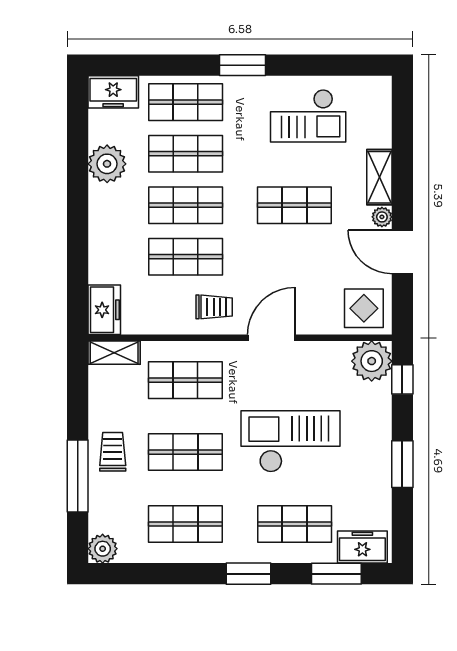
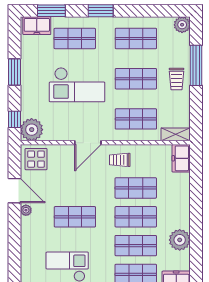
shelving: (379, 177) -> (27, 232), removed

